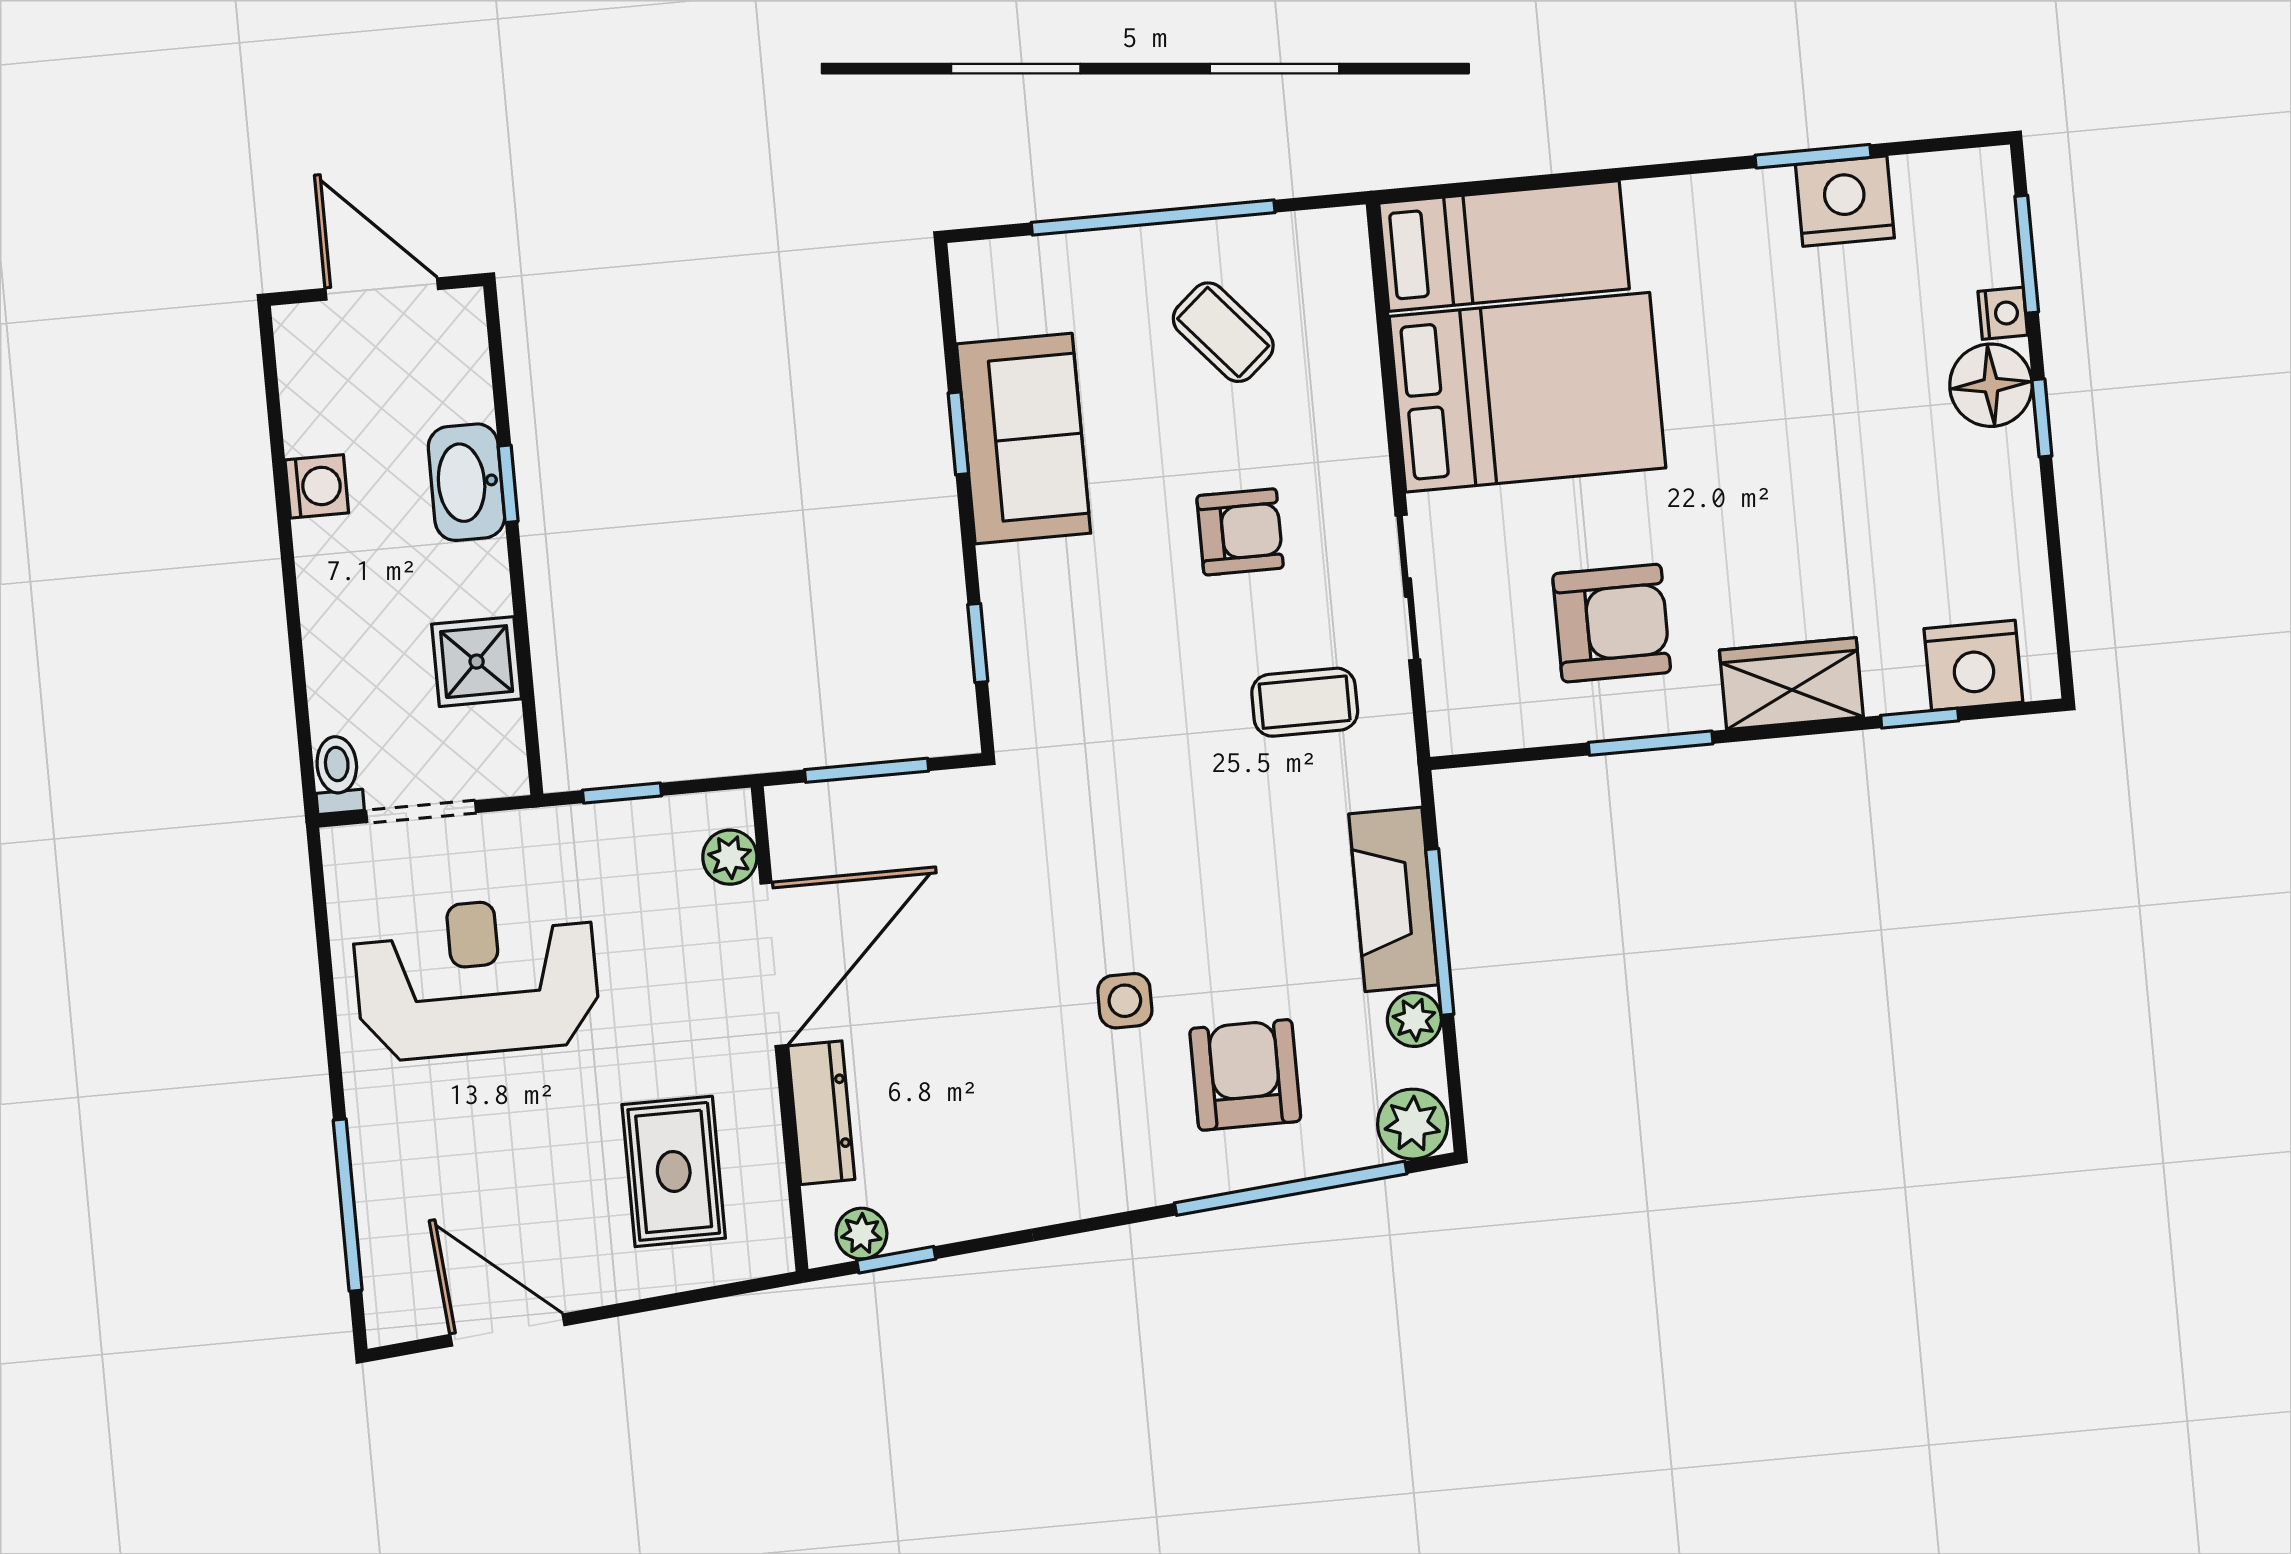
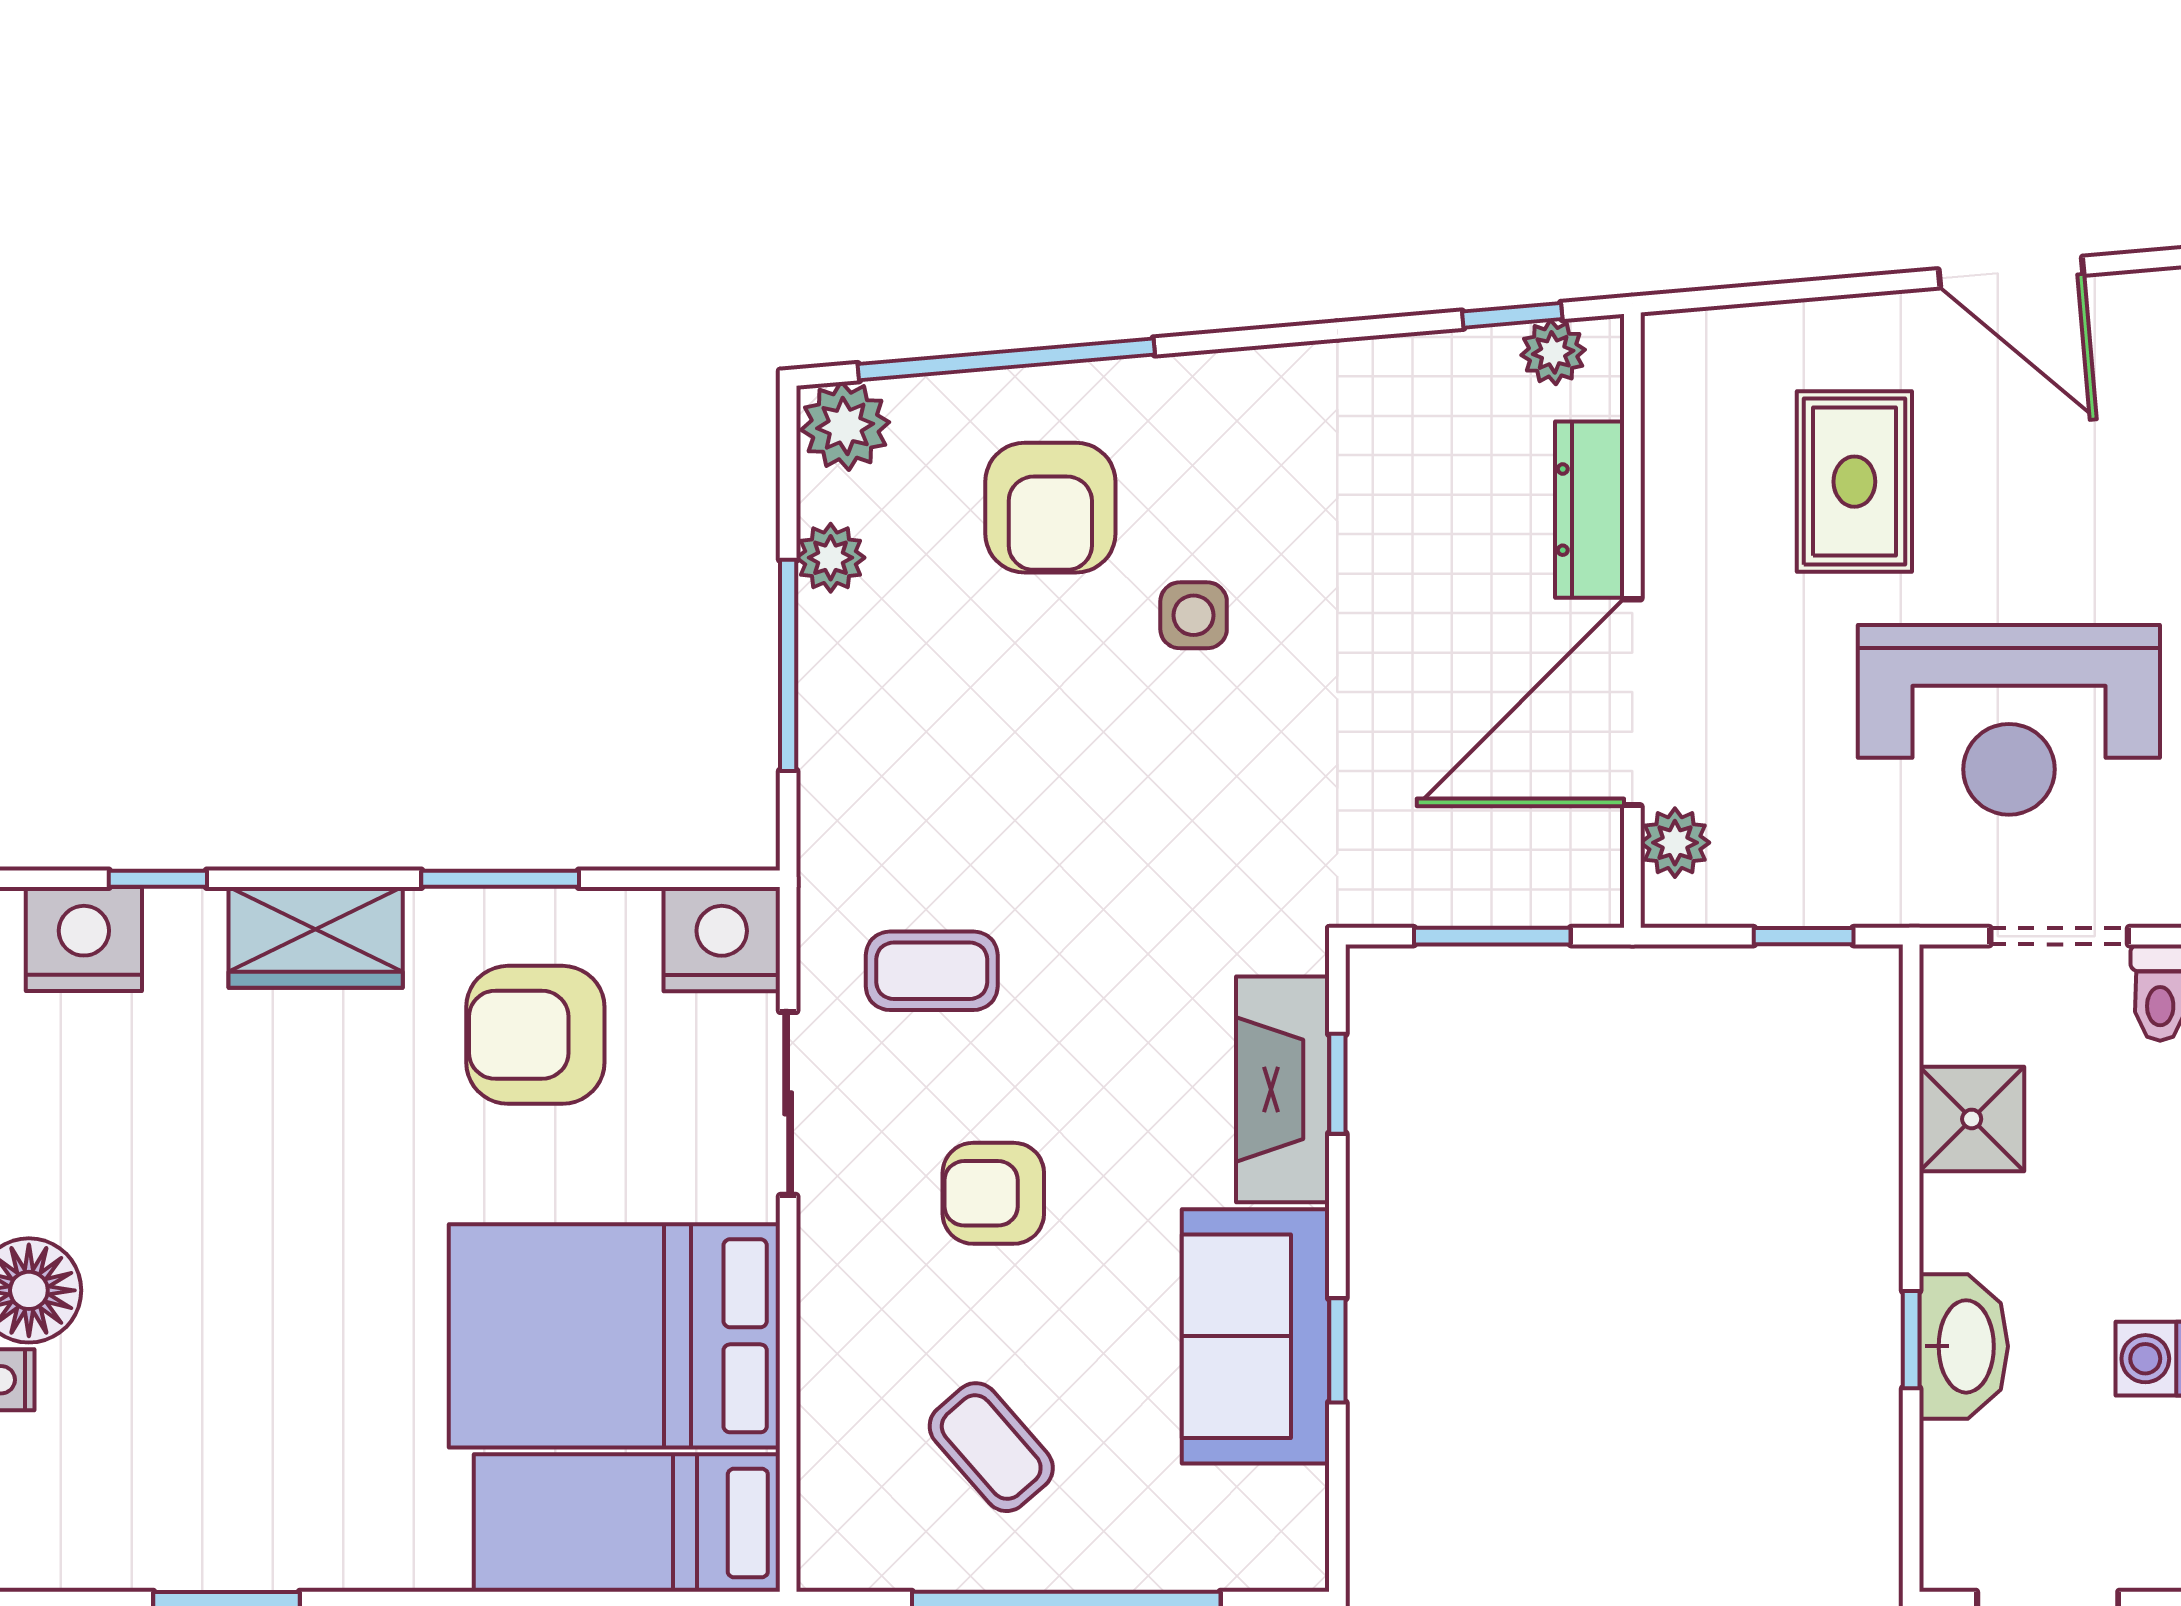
nightstand: (1845, 201) -> (722, 939), moved, turned 180
fireplace: (1393, 899) -> (1283, 1089), moved, turned 180
rug: (674, 1171) -> (1854, 482), moved

